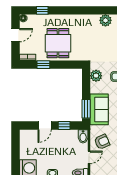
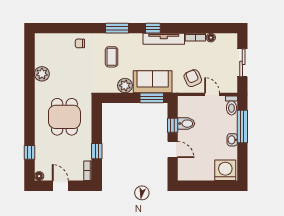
dining table: (58, 43) -> (64, 117), moved, turned 90
plant: (96, 76) -> (125, 86), moved
bidet: (83, 136) -> (186, 124), moved

